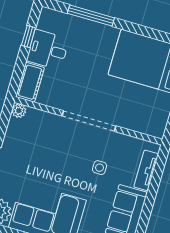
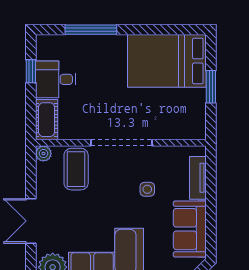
coffee table: (43, 132) -> (76, 169), added

